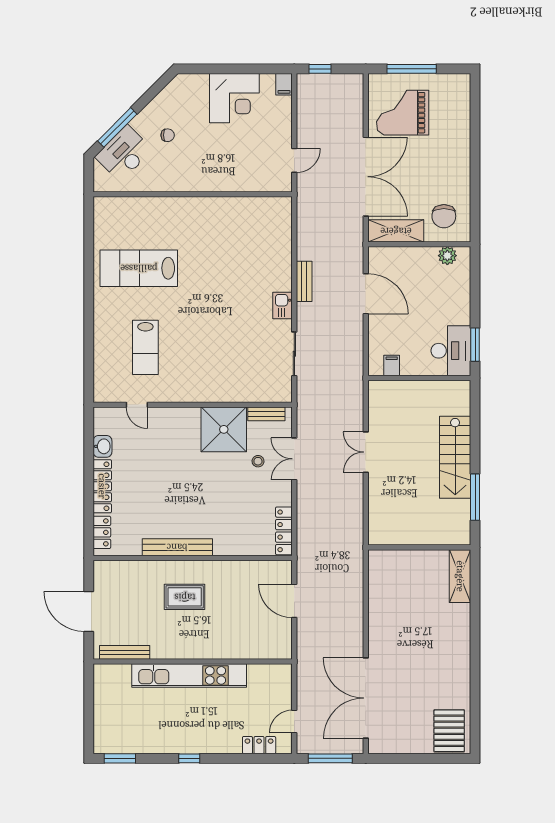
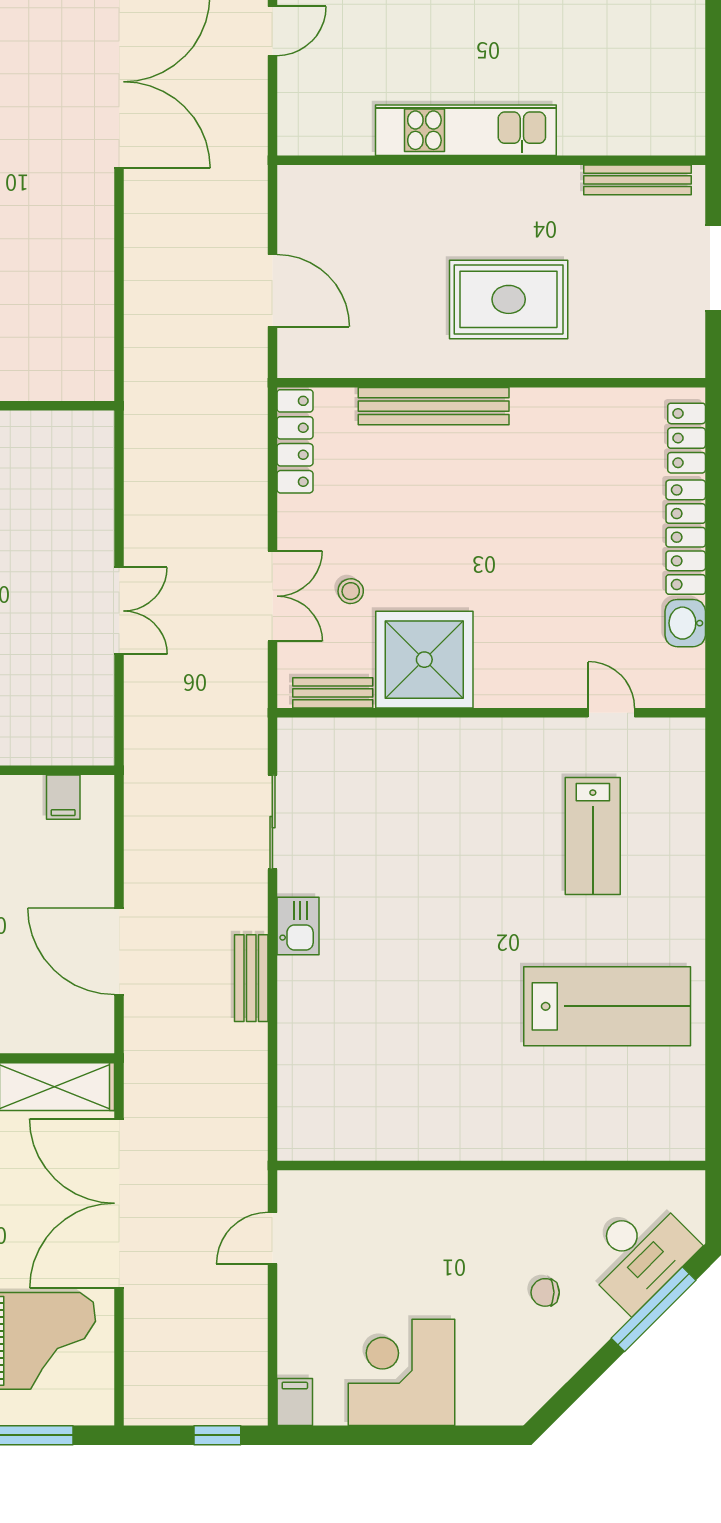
lab bench: (145, 347) -> (593, 836), turned 180
bench: (177, 547) -> (434, 406), moved
rug: (185, 597) -> (509, 299), width x1.36, depth x1.43
kitchen unit: (189, 675) -> (466, 130), width x0.73

